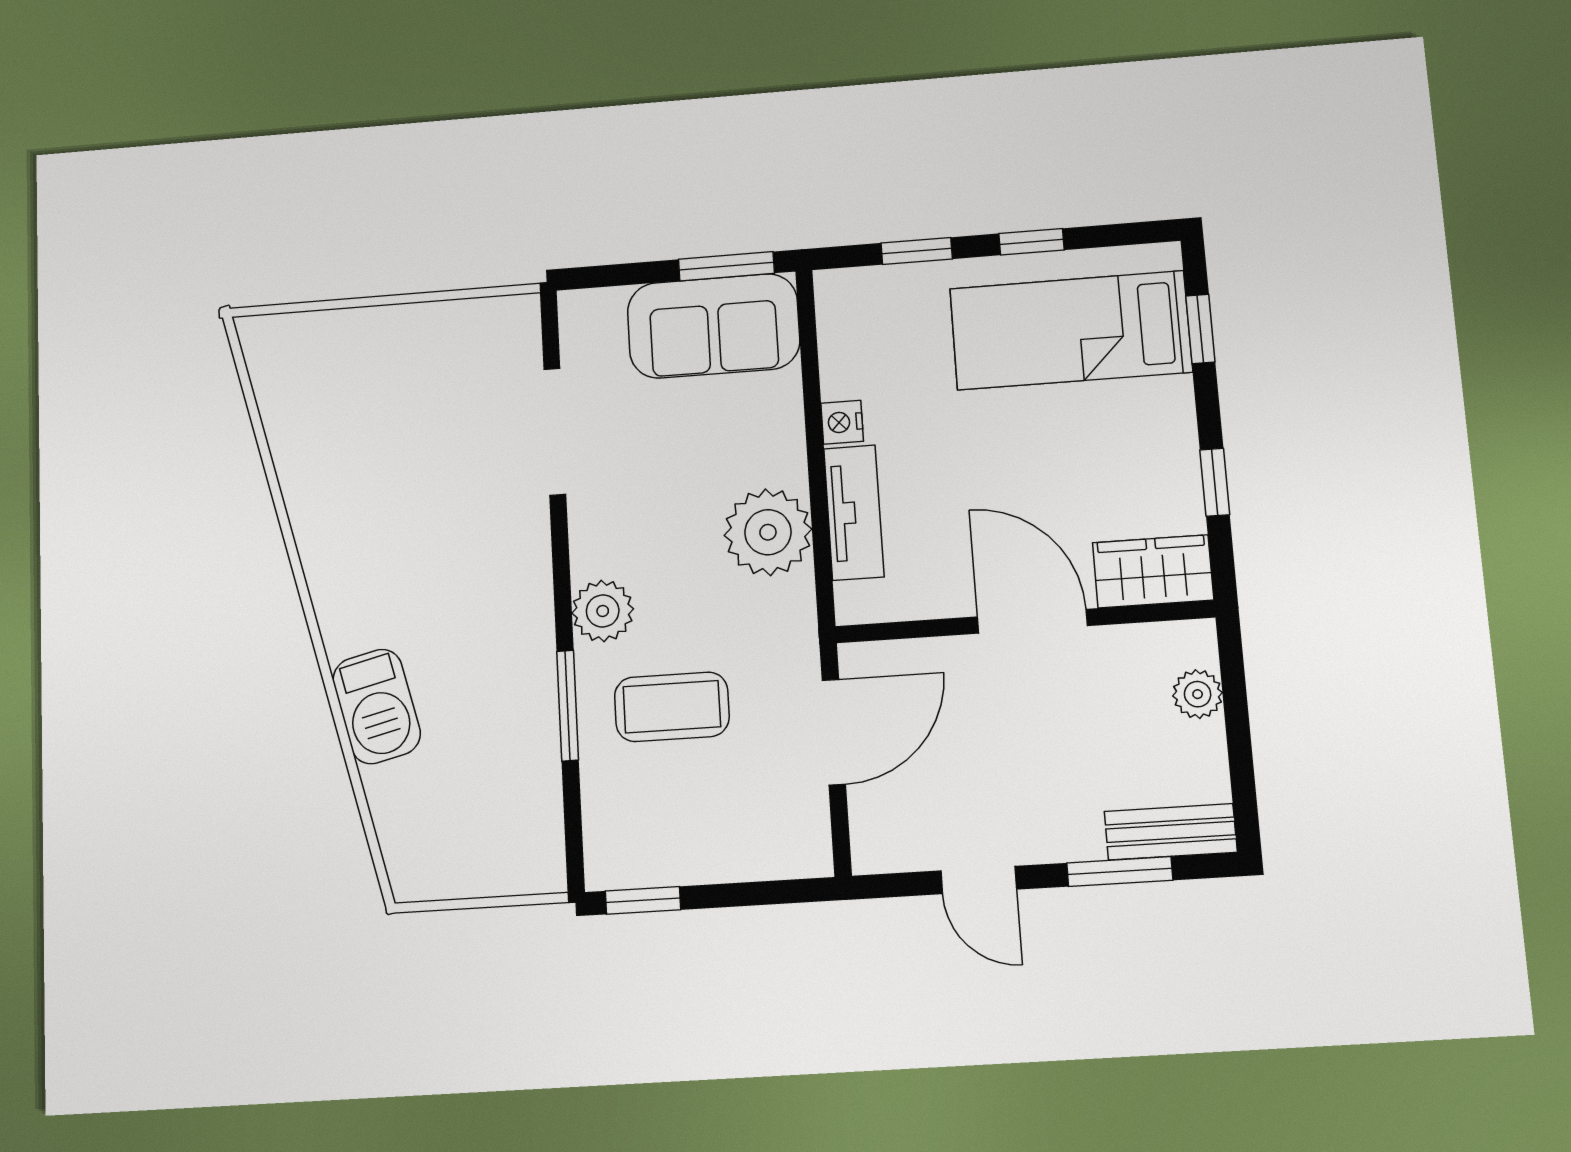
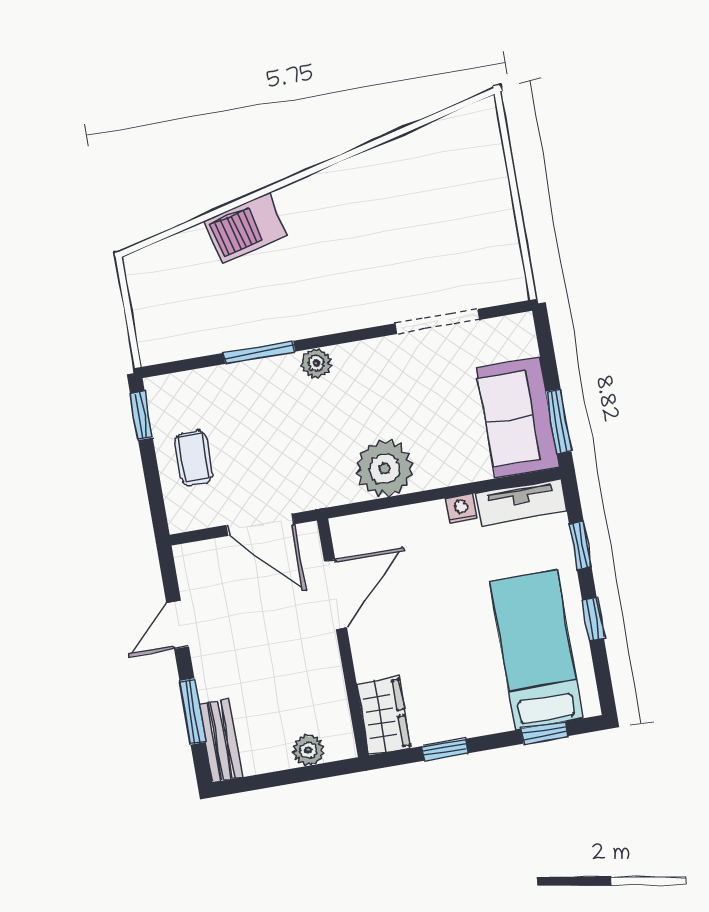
tv unit: (854, 513) -> (521, 502), moved
plant: (603, 611) -> (316, 363), width x0.73, depth x0.73
door: (1032, 621) -> (335, 594), moved
coffee table: (672, 707) -> (194, 458), moved, width x0.73, depth x0.77

